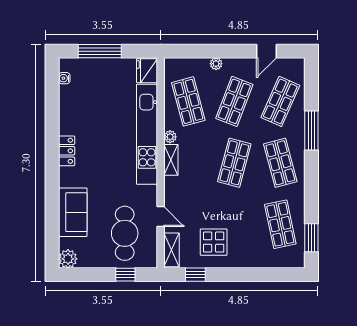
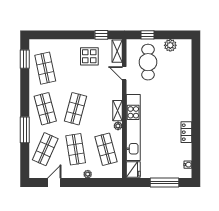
shop shelf: (234, 101) -> (76, 149), turned -30
locker: (67, 151) -> (186, 132), moved
sofa: (73, 212) -> (182, 76), removed
plant: (68, 259) -> (170, 45), moved

